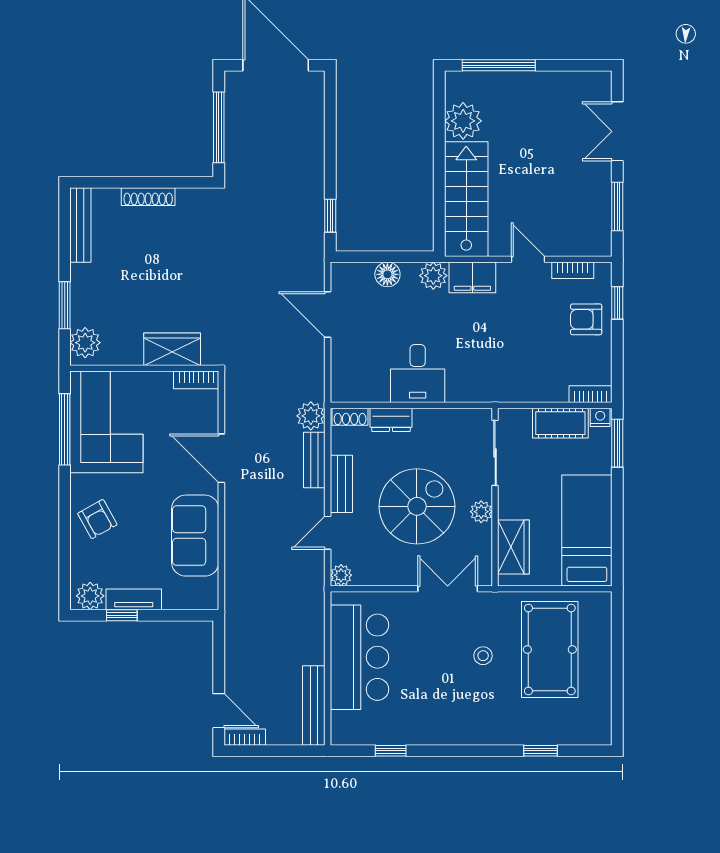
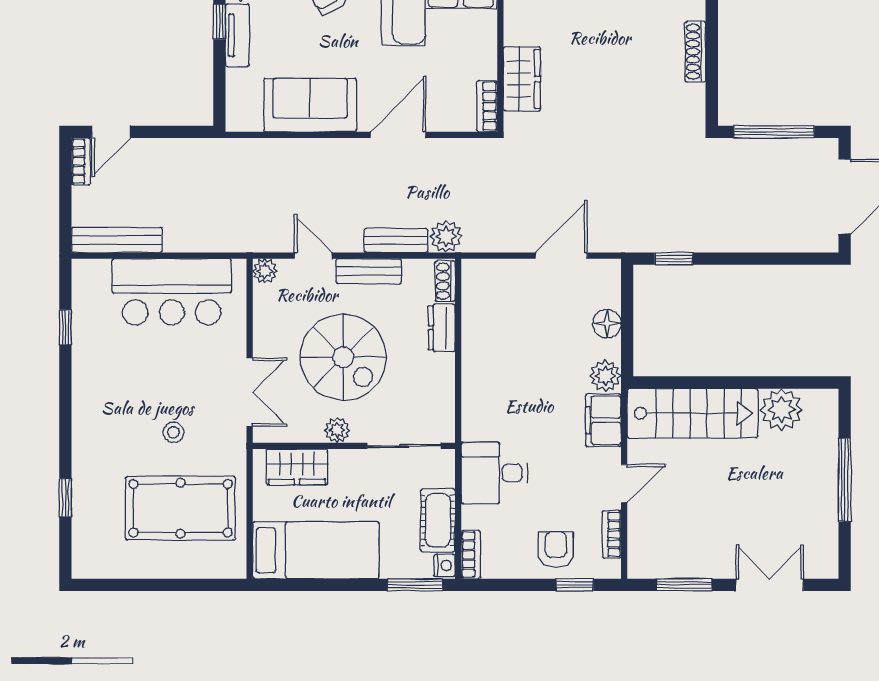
window: (499, 65) -> (845, 480), moved
desk: (418, 374) -> (494, 473), moved

